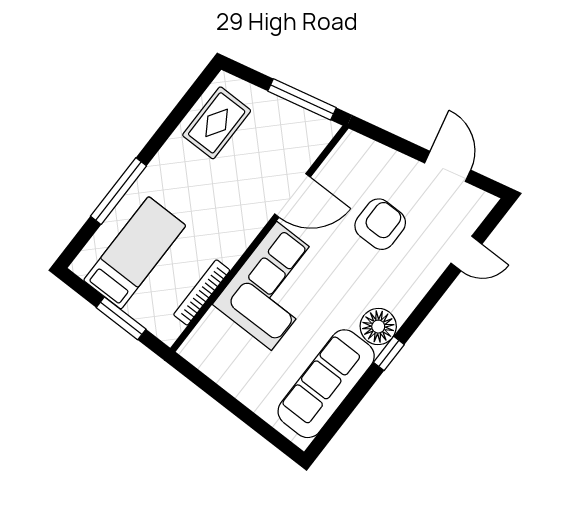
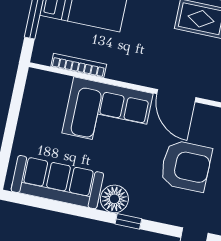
armchair: (380, 224) -> (186, 166), width x1.36, depth x1.36
window: (389, 353) -> (128, 221), moved

